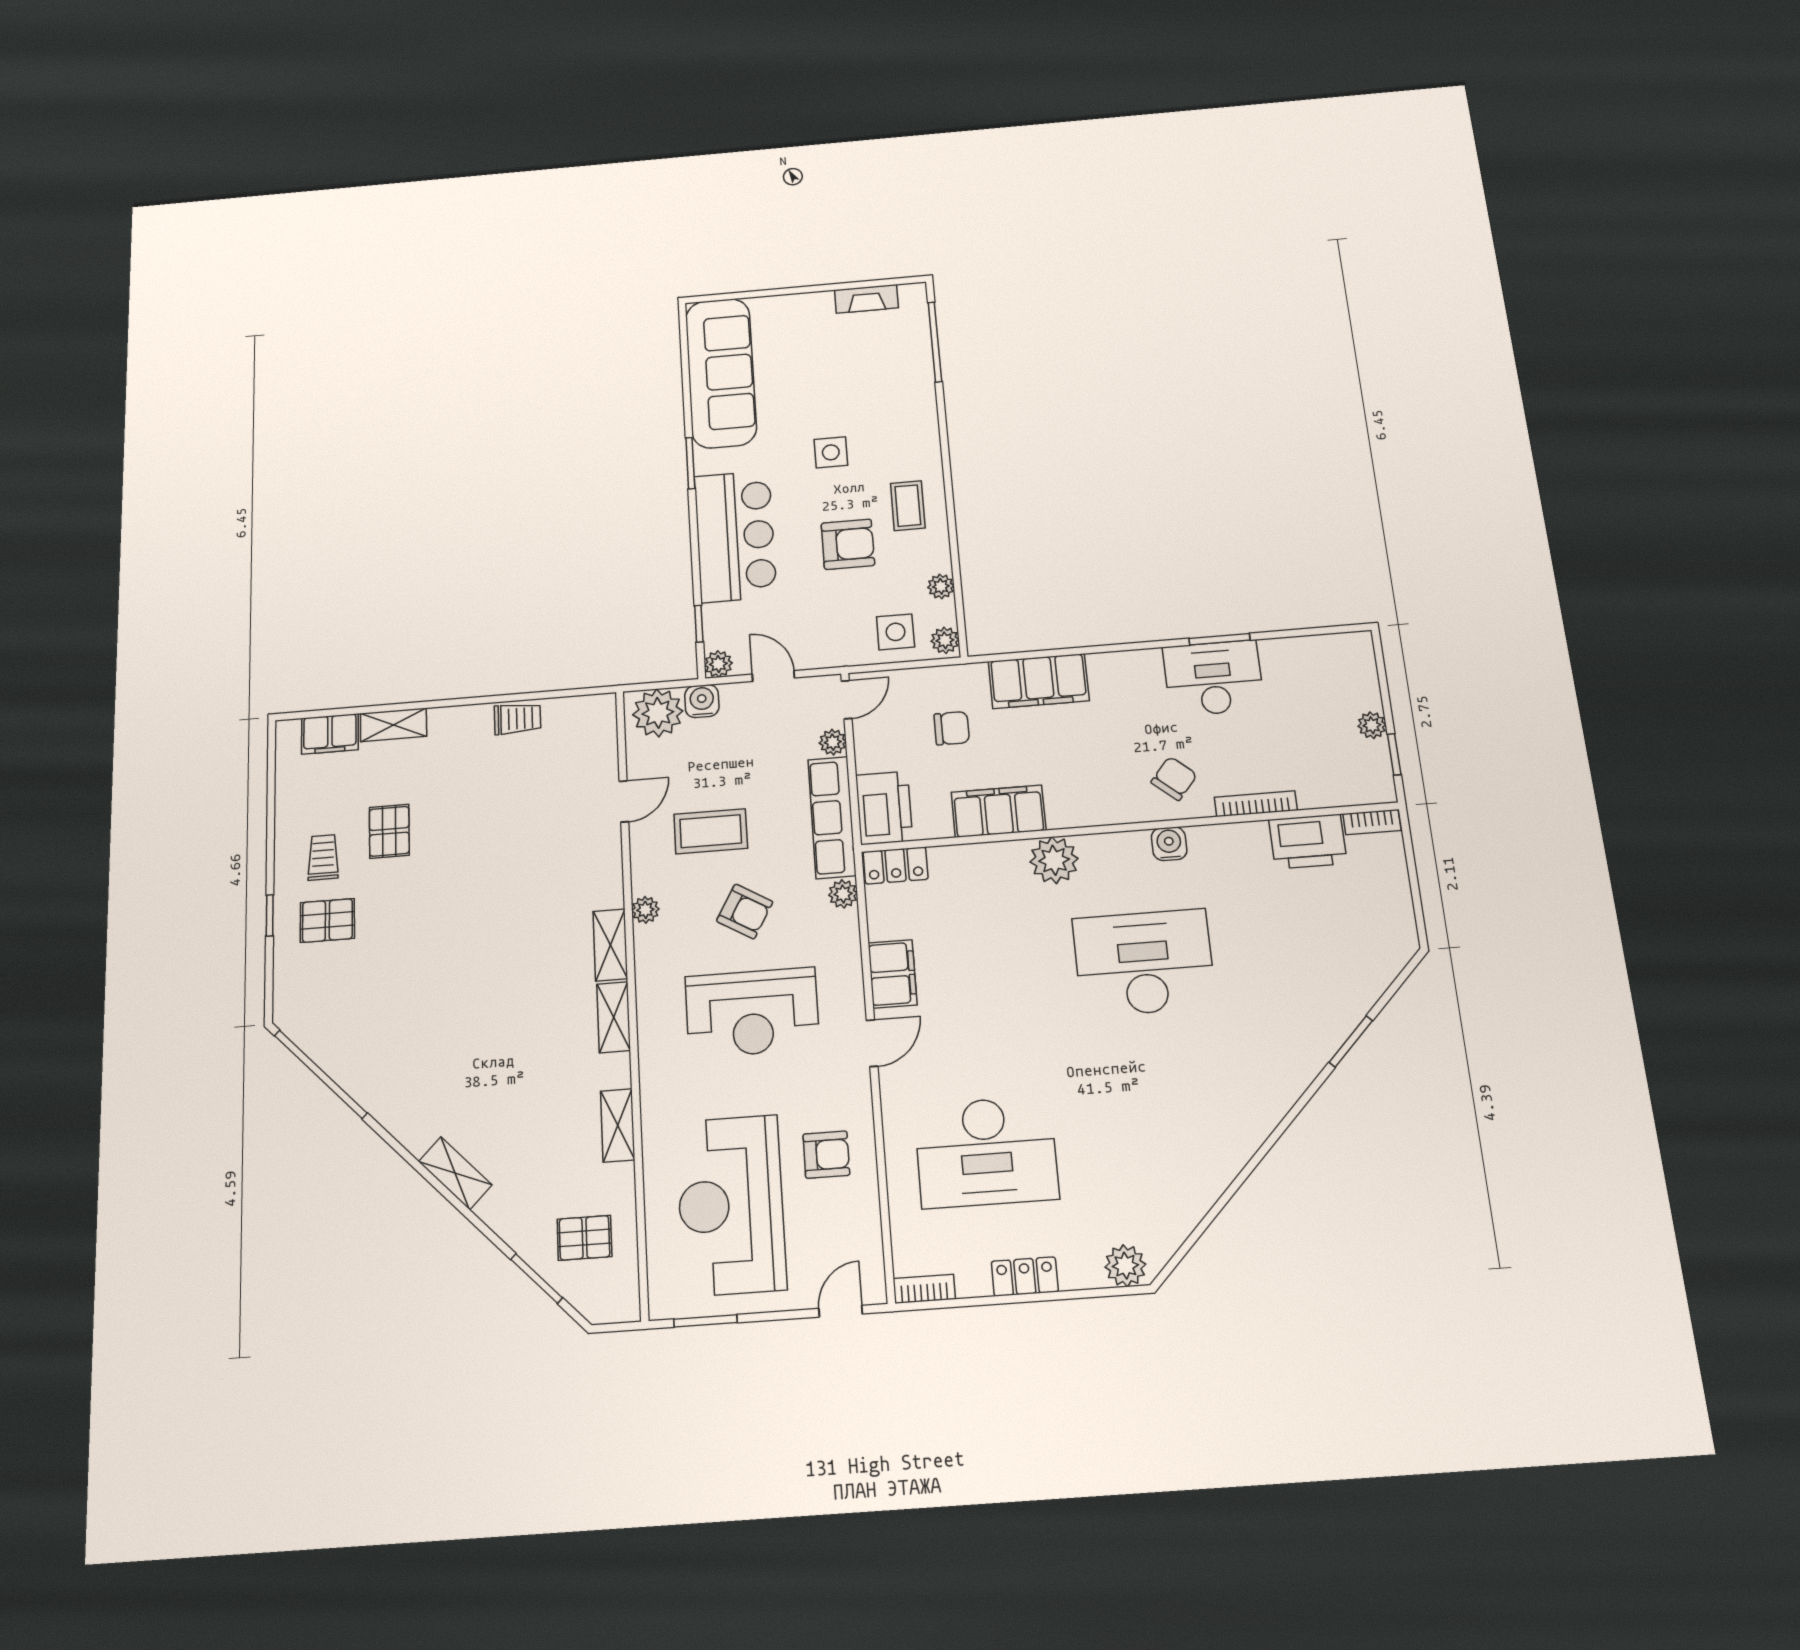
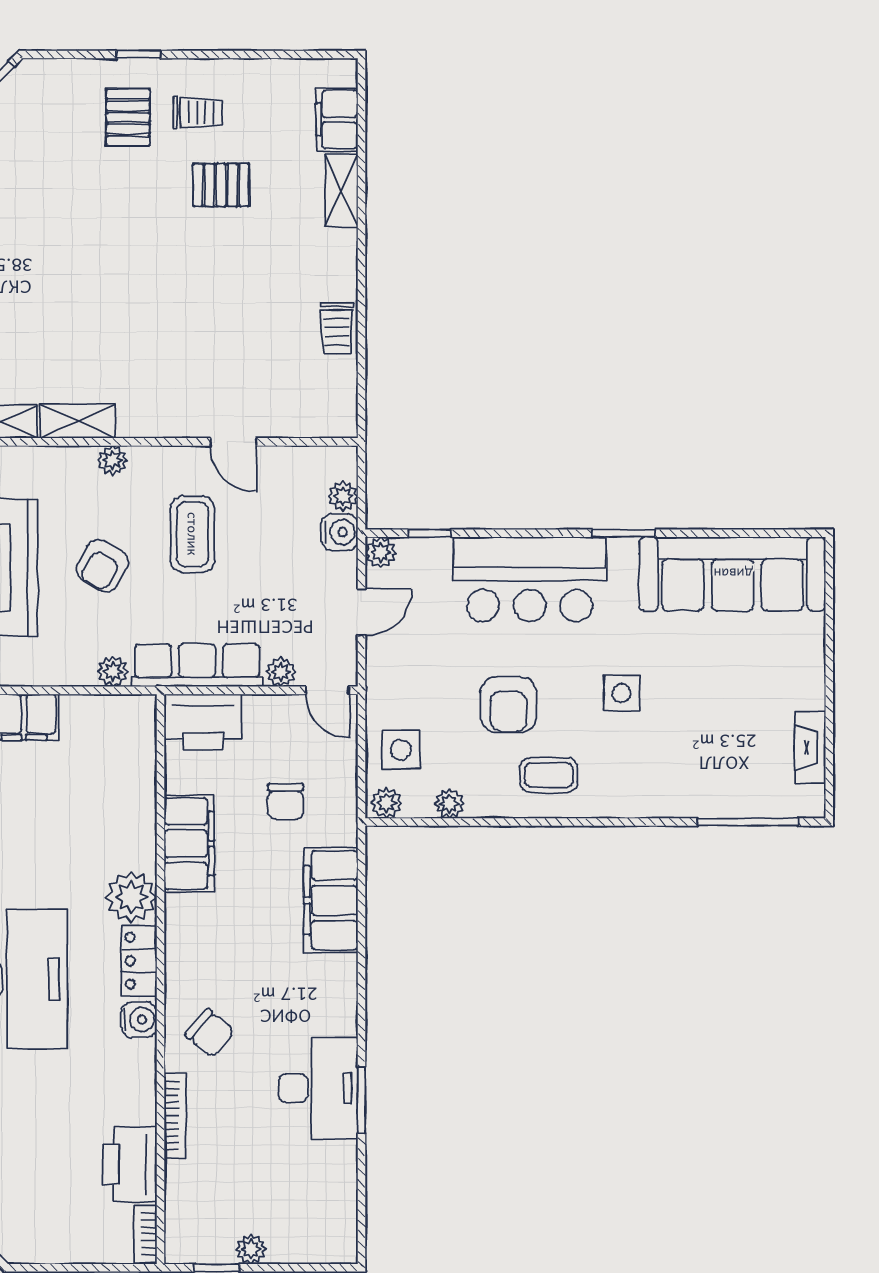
plant: (658, 713) -> (343, 496), width x0.53, depth x0.53
locker: (896, 865) -> (139, 961), moved

